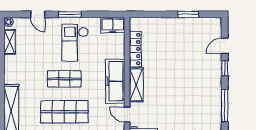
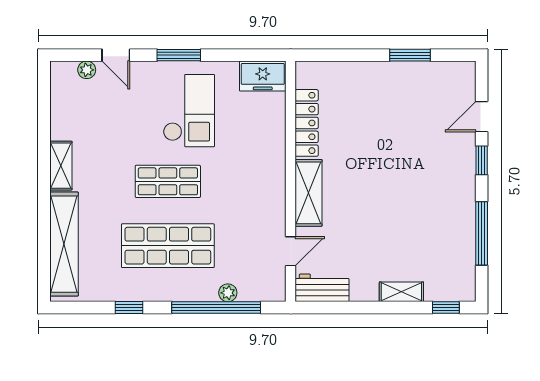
plant: (9, 22) -> (87, 70), moved
shelving: (10, 42) -> (61, 166), moved
checkout: (75, 43) -> (189, 111), turned 180
freezer: (115, 81) -> (267, 186), removed
door: (127, 115) -> (291, 251), swing flipped

